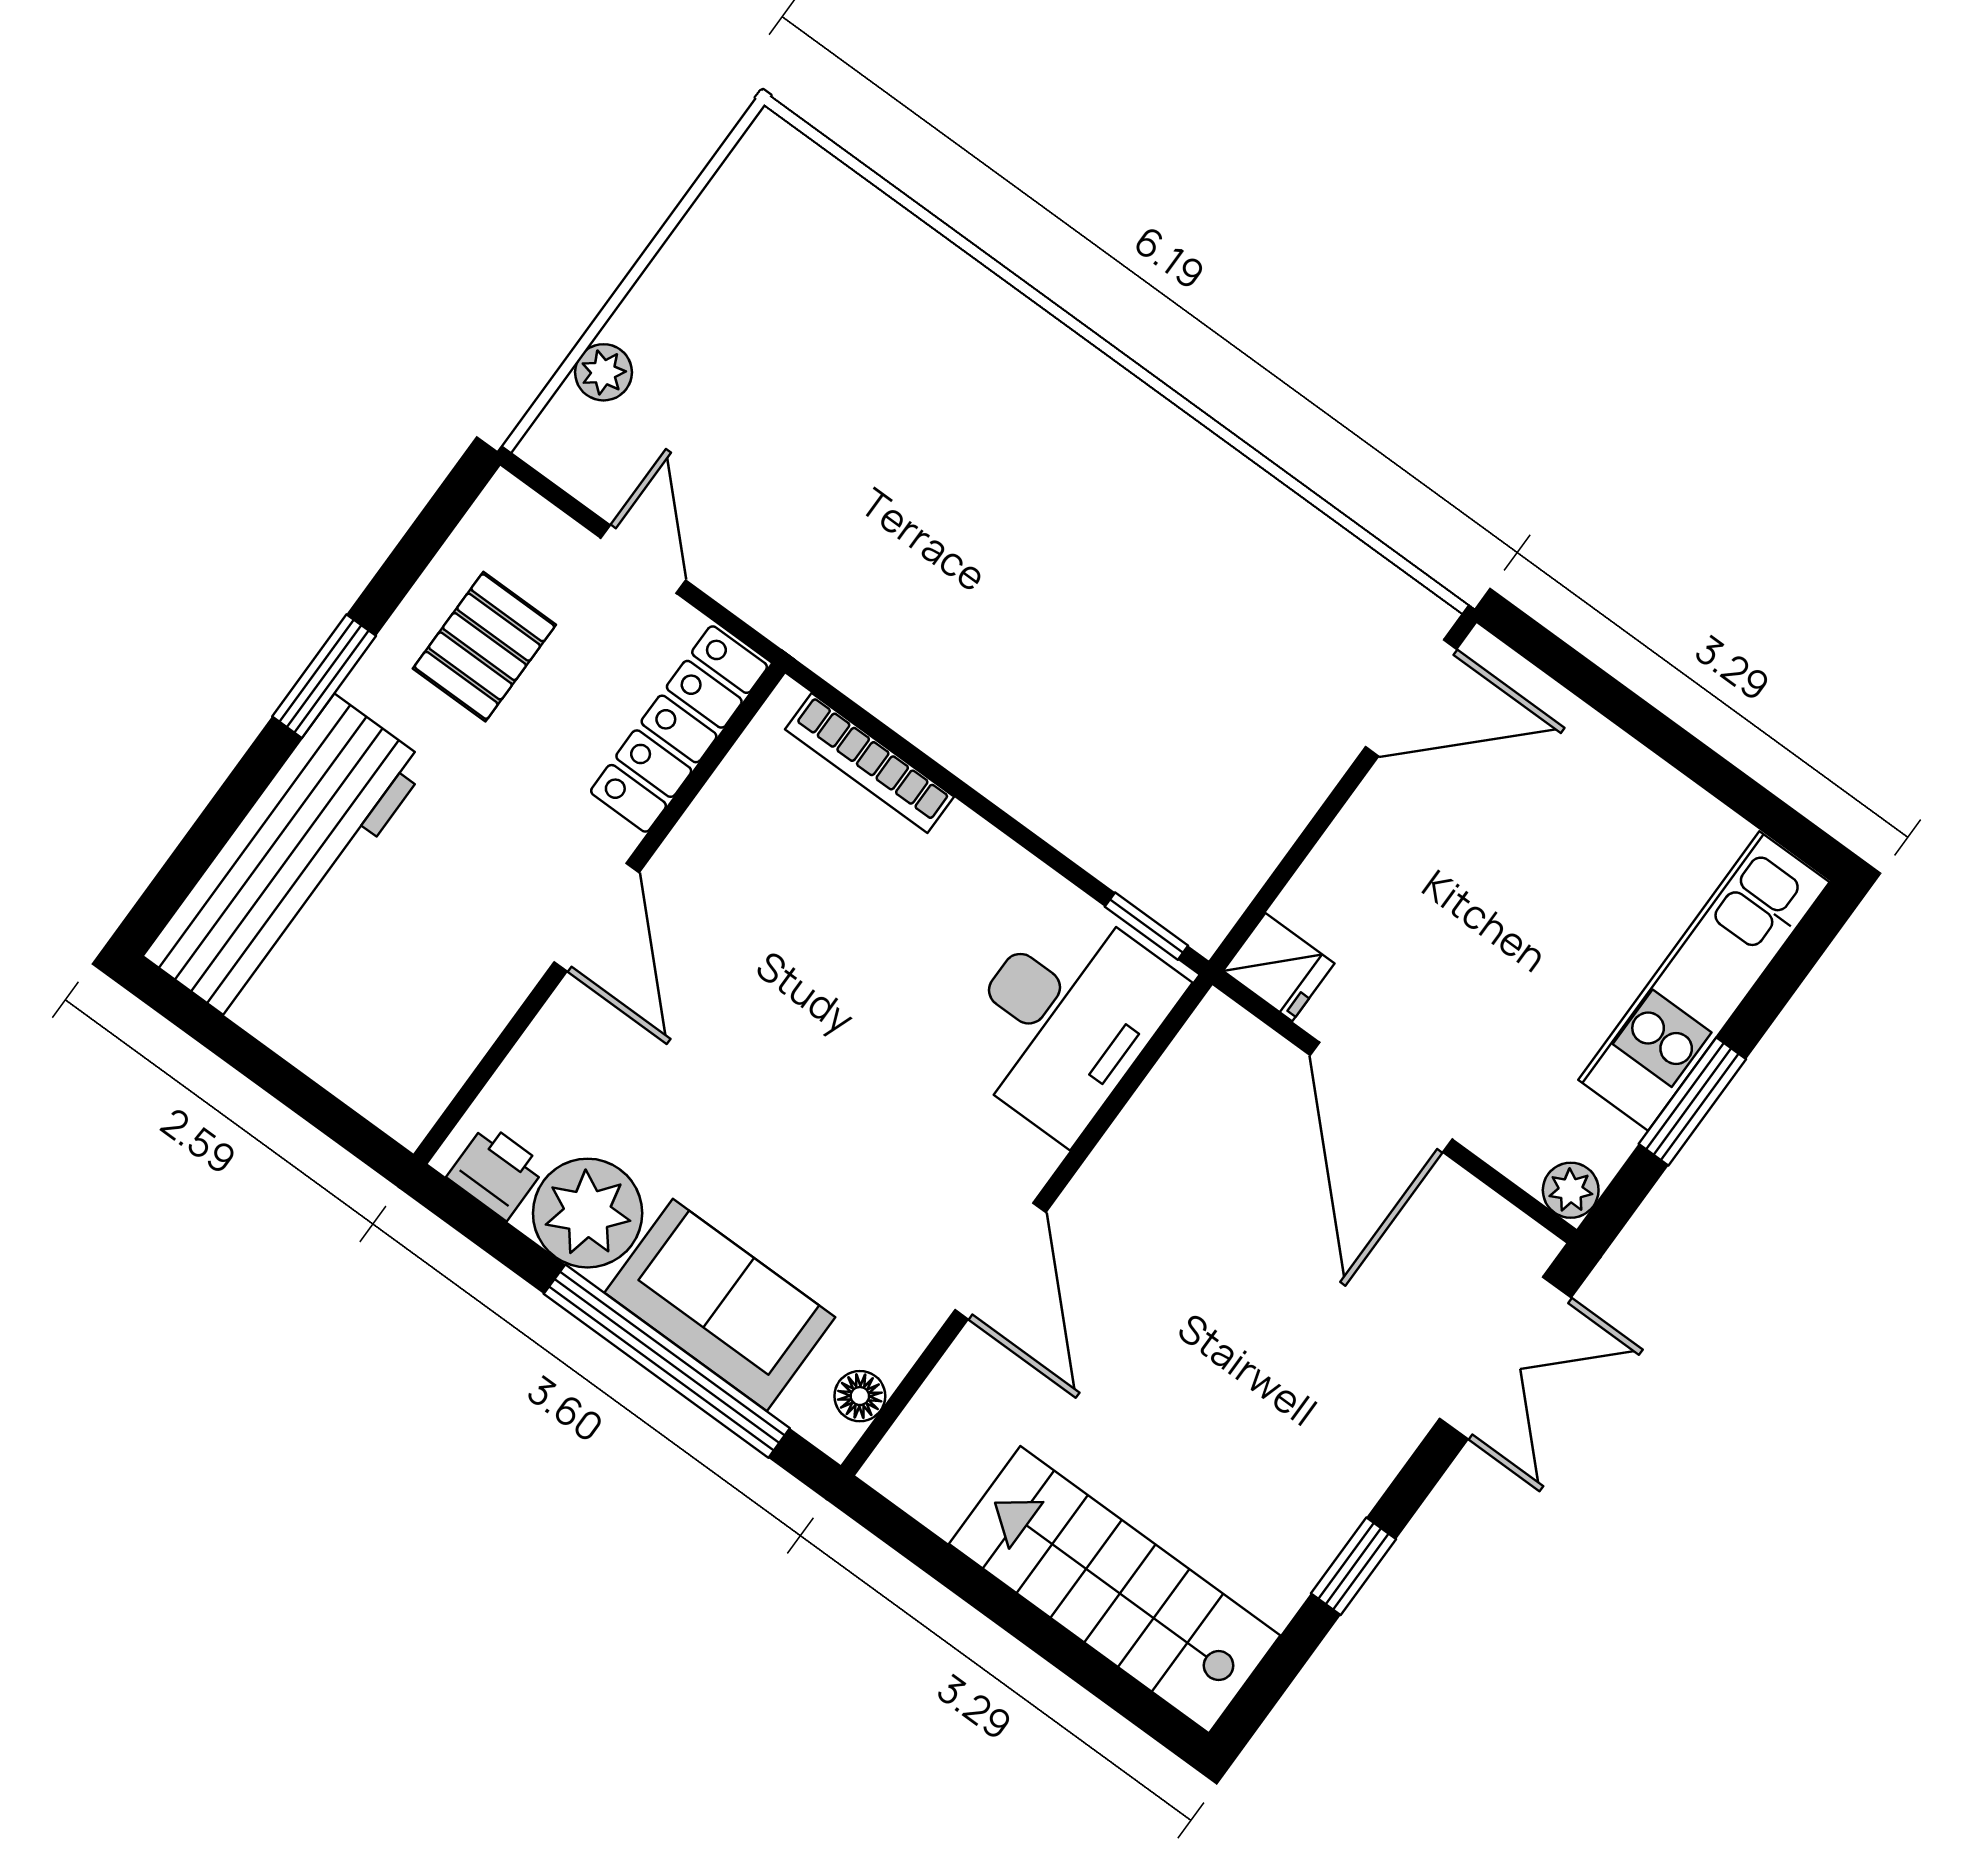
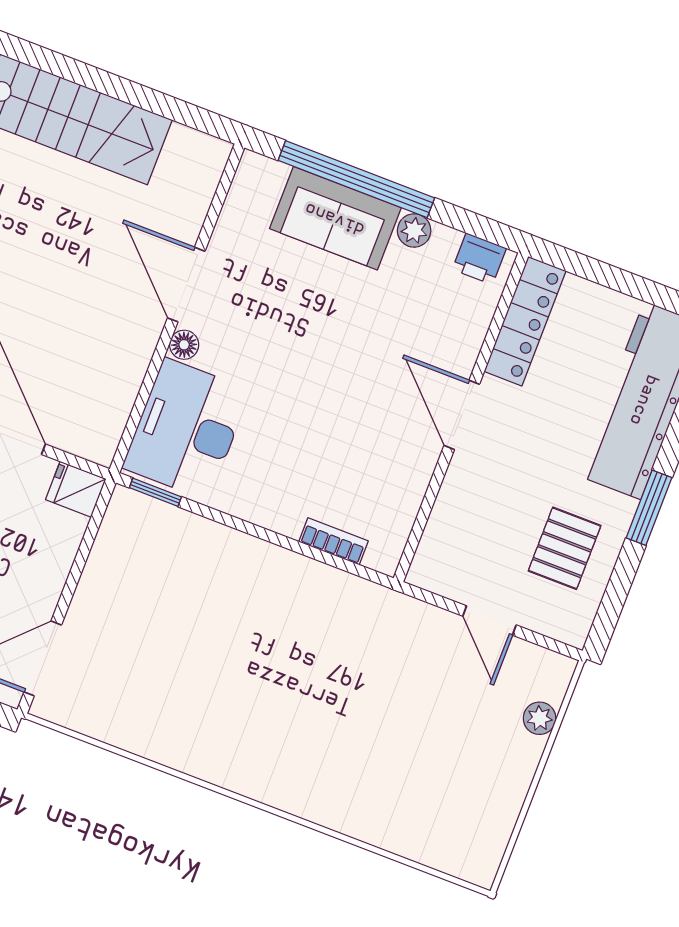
locker: (679, 729) -> (525, 321), moved
bookcase: (869, 763) -> (333, 541), width x0.64
plant: (588, 1213) -> (414, 230), width x0.53, depth x0.53
floor lamp: (860, 1396) -> (184, 345), moved

